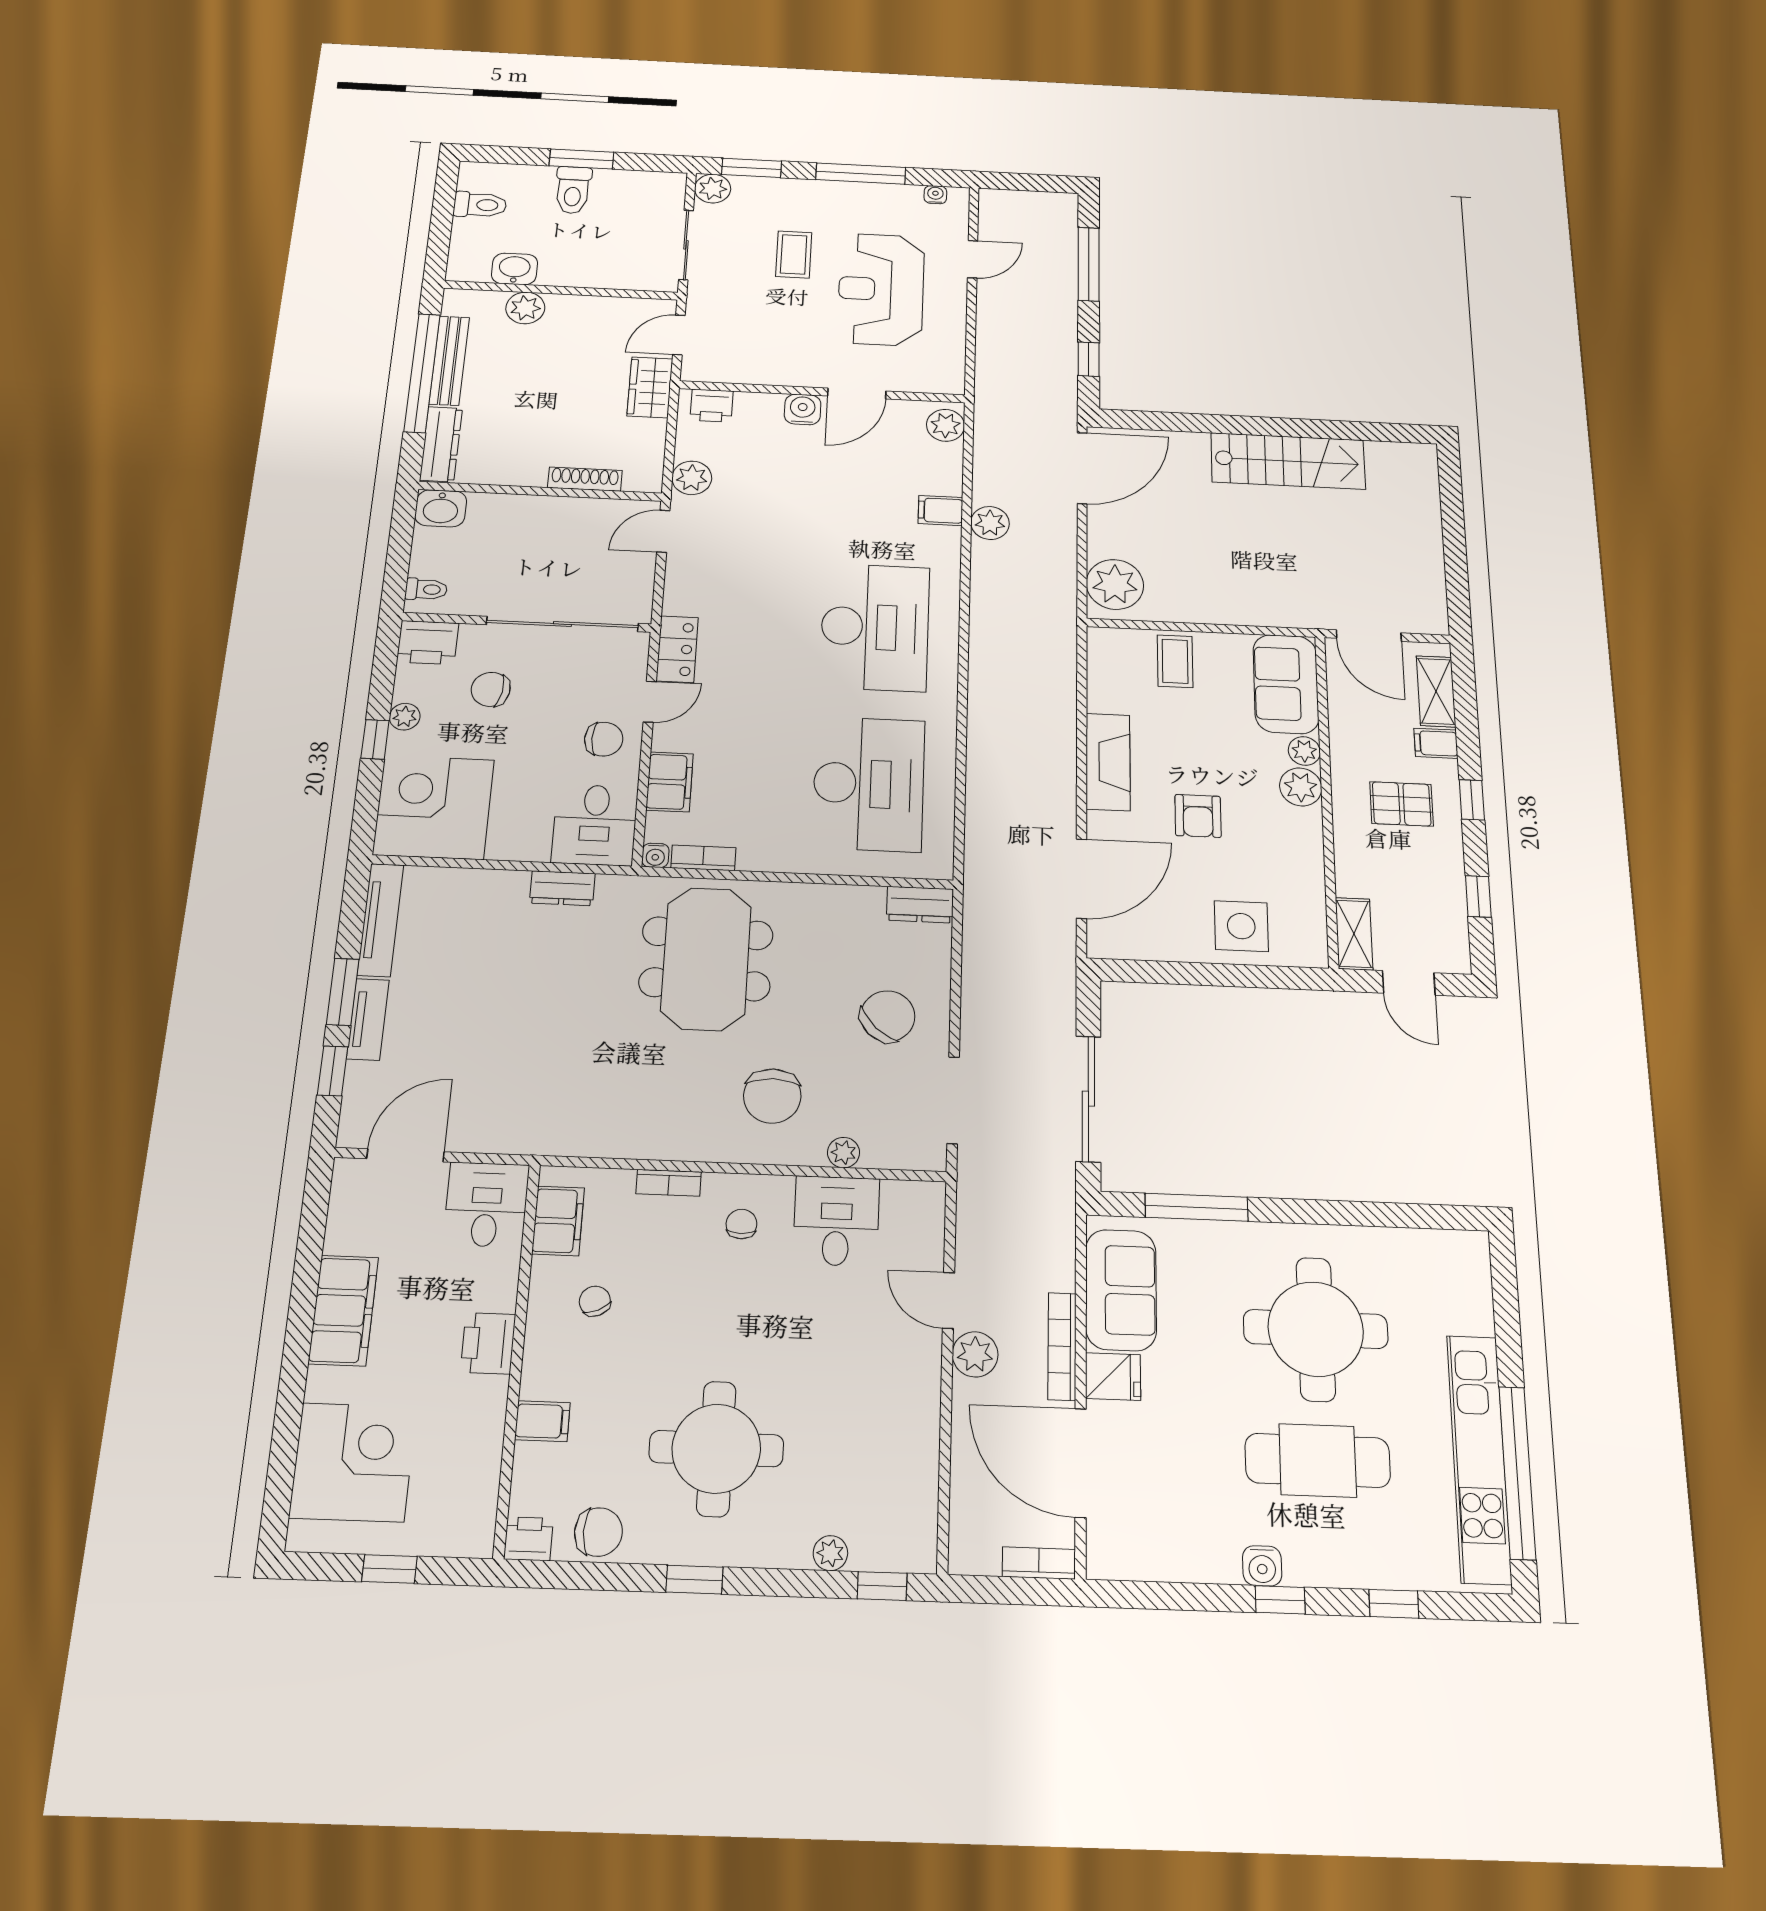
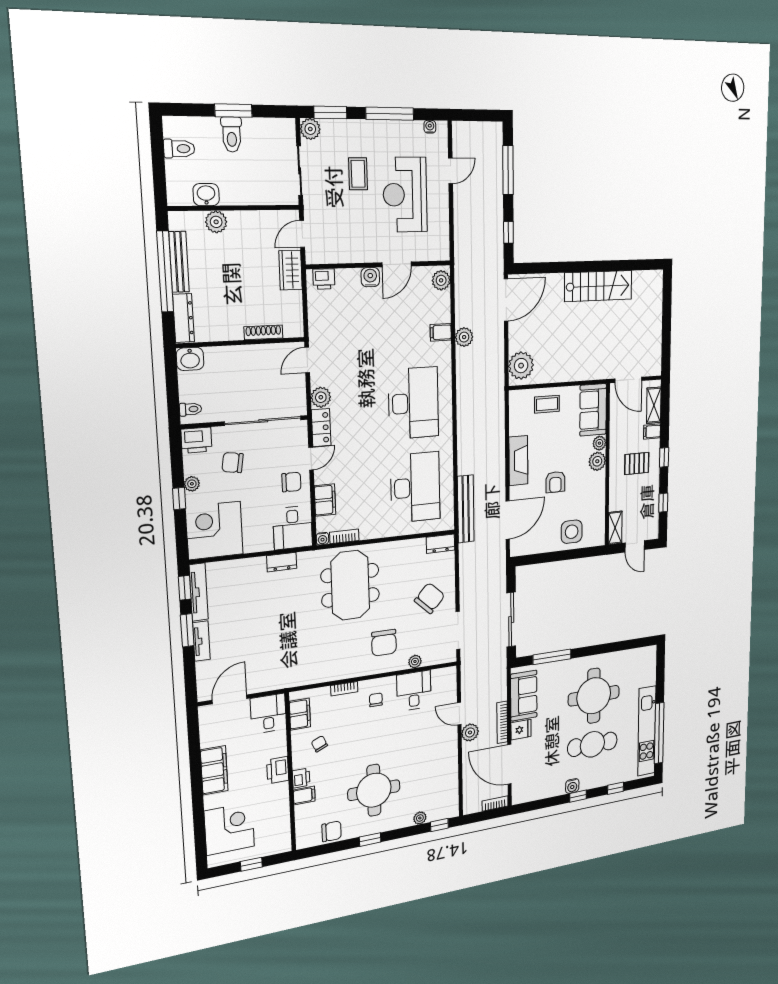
plant: (692, 478) -> (321, 397), moved
coffee table: (1175, 661) -> (547, 404), turned 90
bench: (982, 842) -> (466, 509), added
window: (333, 1071) -> (185, 588), moved
printer: (528, 1539) -> (301, 778), moved, turned 90

